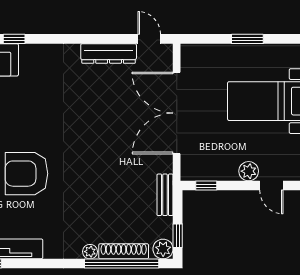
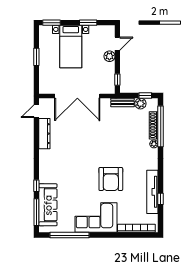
plant: (163, 249) -> (140, 104), moved

